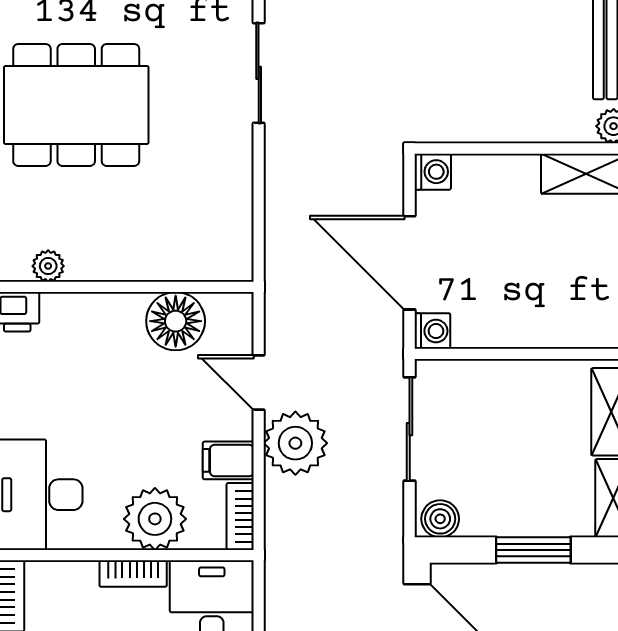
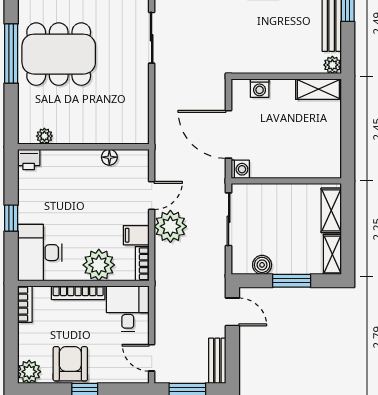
washing machine: (433, 172) -> (260, 88), moved, turned 90
floor lamp: (176, 321) -> (109, 157), width x0.53, depth x0.53
door: (259, 383) -> (152, 195), swing flipped
boiler: (440, 519) -> (262, 265), moved
bookcase: (133, 574) -> (78, 293), width x1.56

